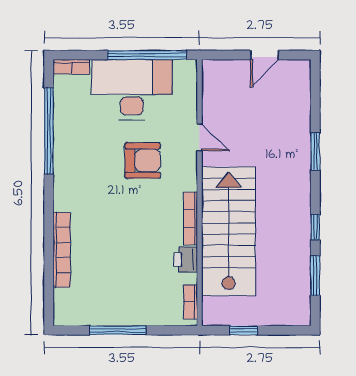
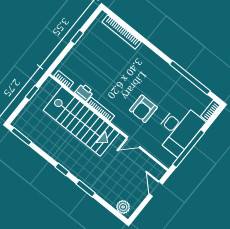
door: (265, 55) -> (156, 189), moved
plant: (299, 80) -> (123, 207), added
window: (315, 227) -> (62, 169), moved
bookcase: (62, 250) -> (122, 32), moved
window: (315, 276) -> (21, 137), moved
window: (118, 330) -> (77, 37), width x0.46

